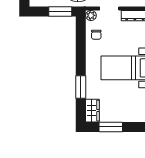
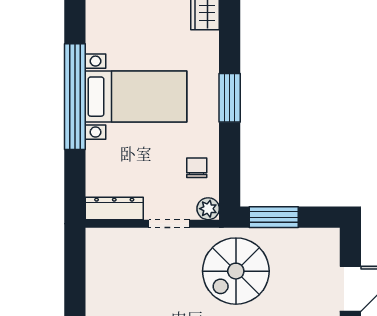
window: (81, 87) -> (230, 98), moved

